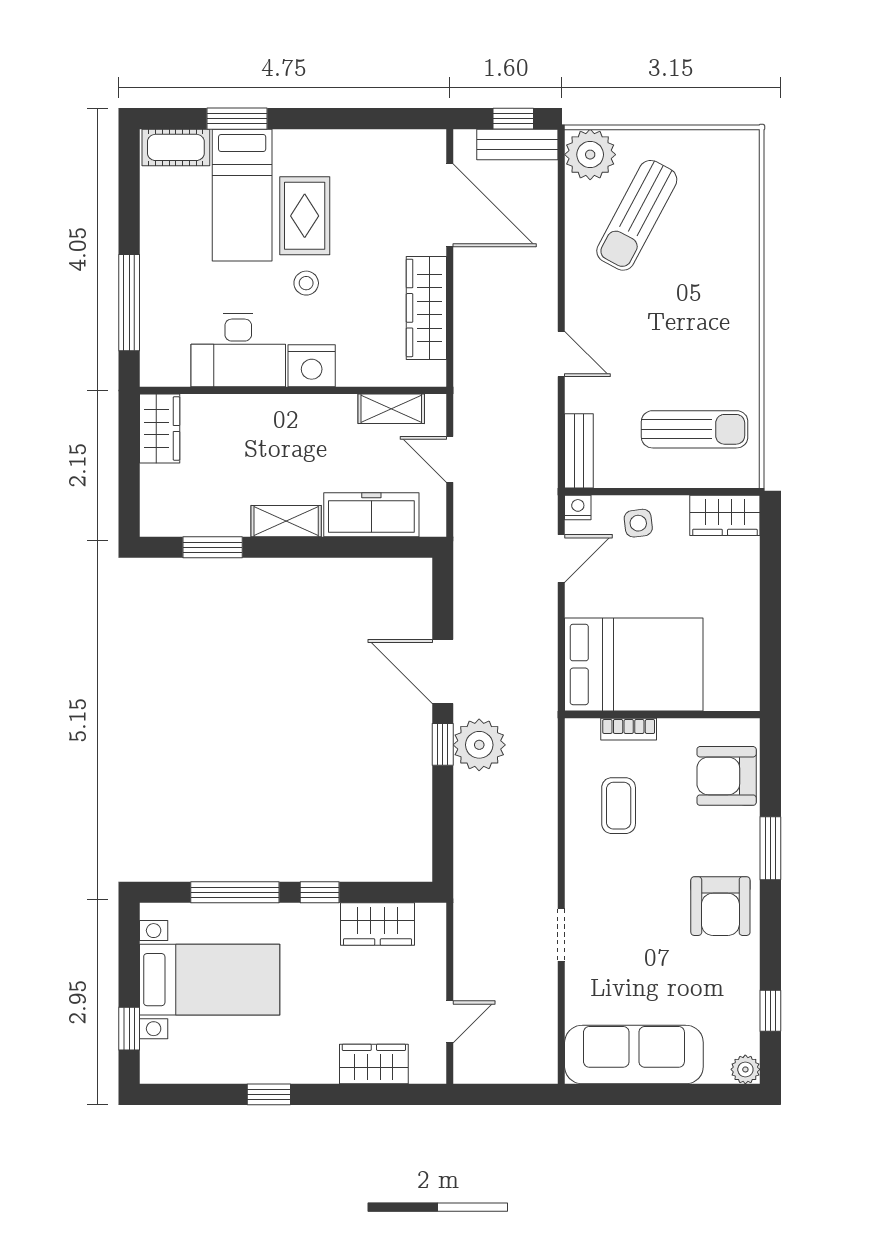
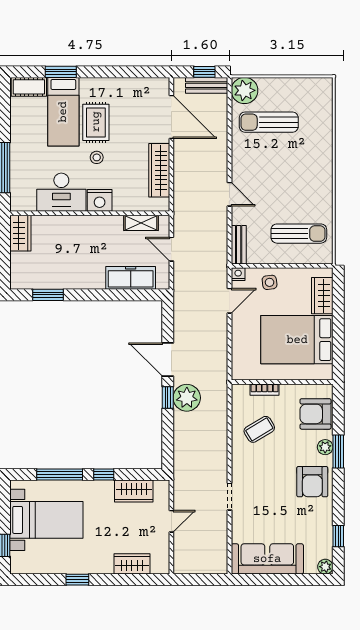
sun lounger: (637, 215) -> (269, 122), turned 62
wardrobe: (725, 515) -> (322, 296), moved, turned 90
shelving: (286, 521) -> (86, 281), removed
bed: (634, 664) -> (297, 340), moved, turned 180
coffee table: (619, 806) -> (259, 429), turned 59
plant: (745, 840) -> (325, 447), added
door: (450, 1022) -> (171, 521), moved

